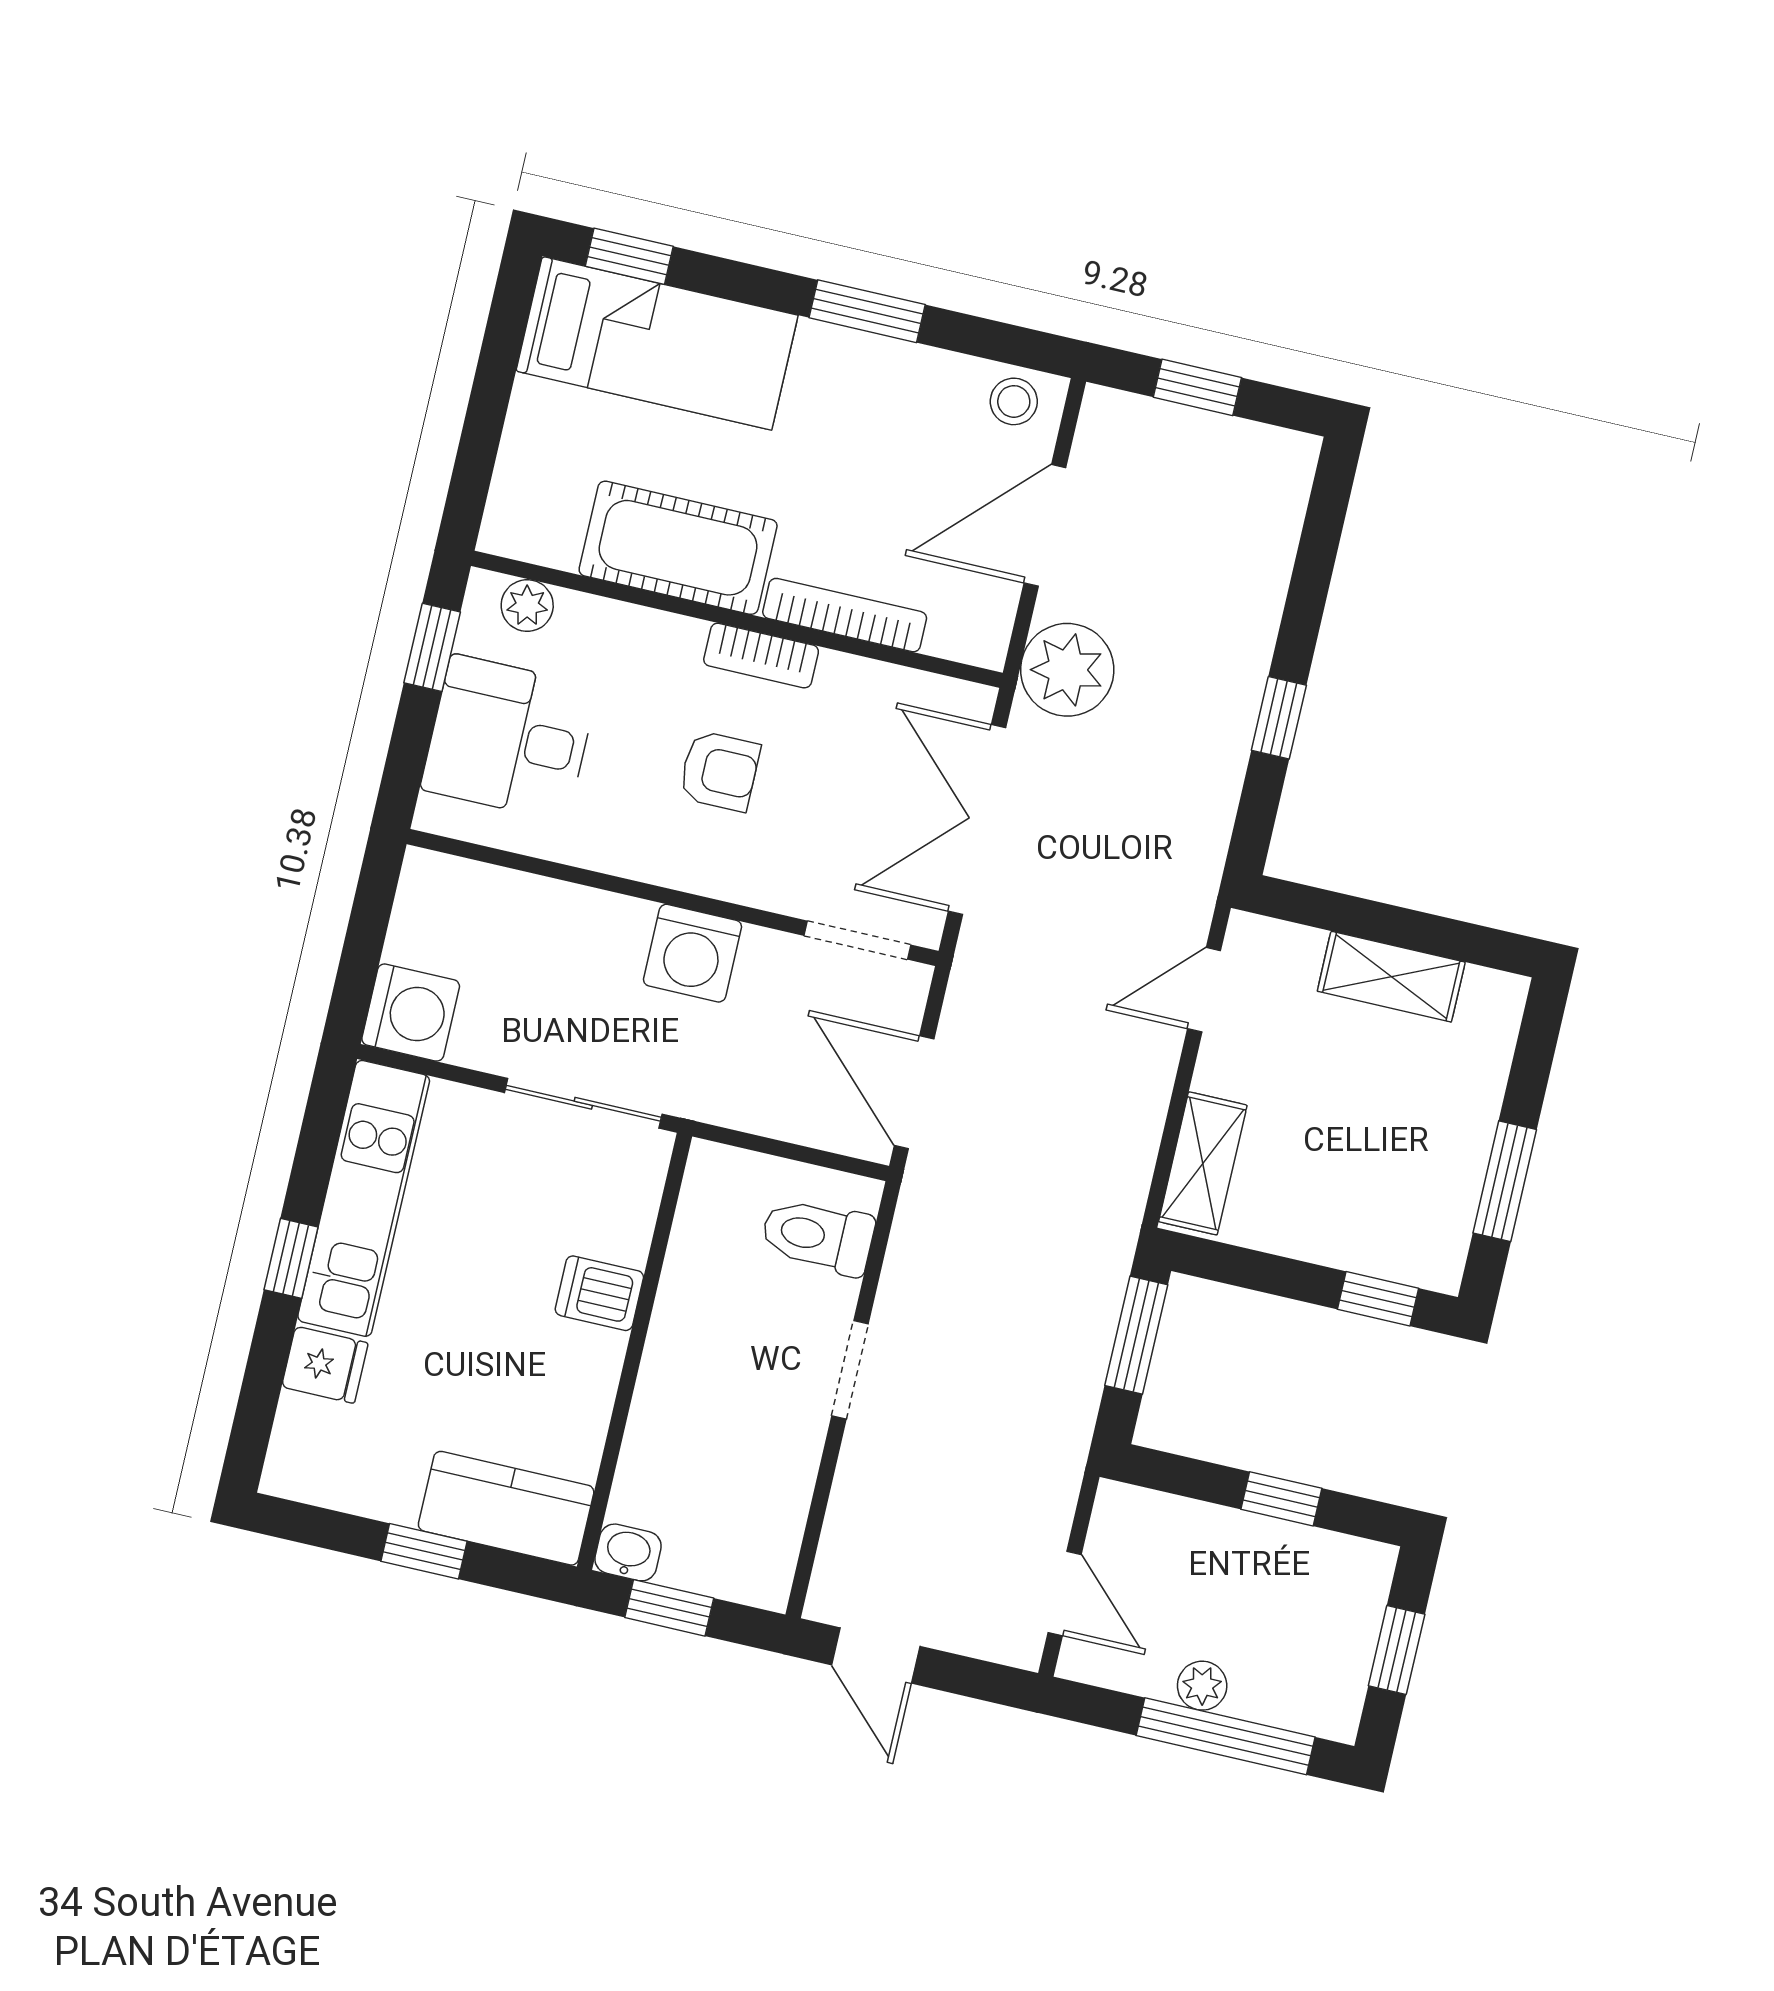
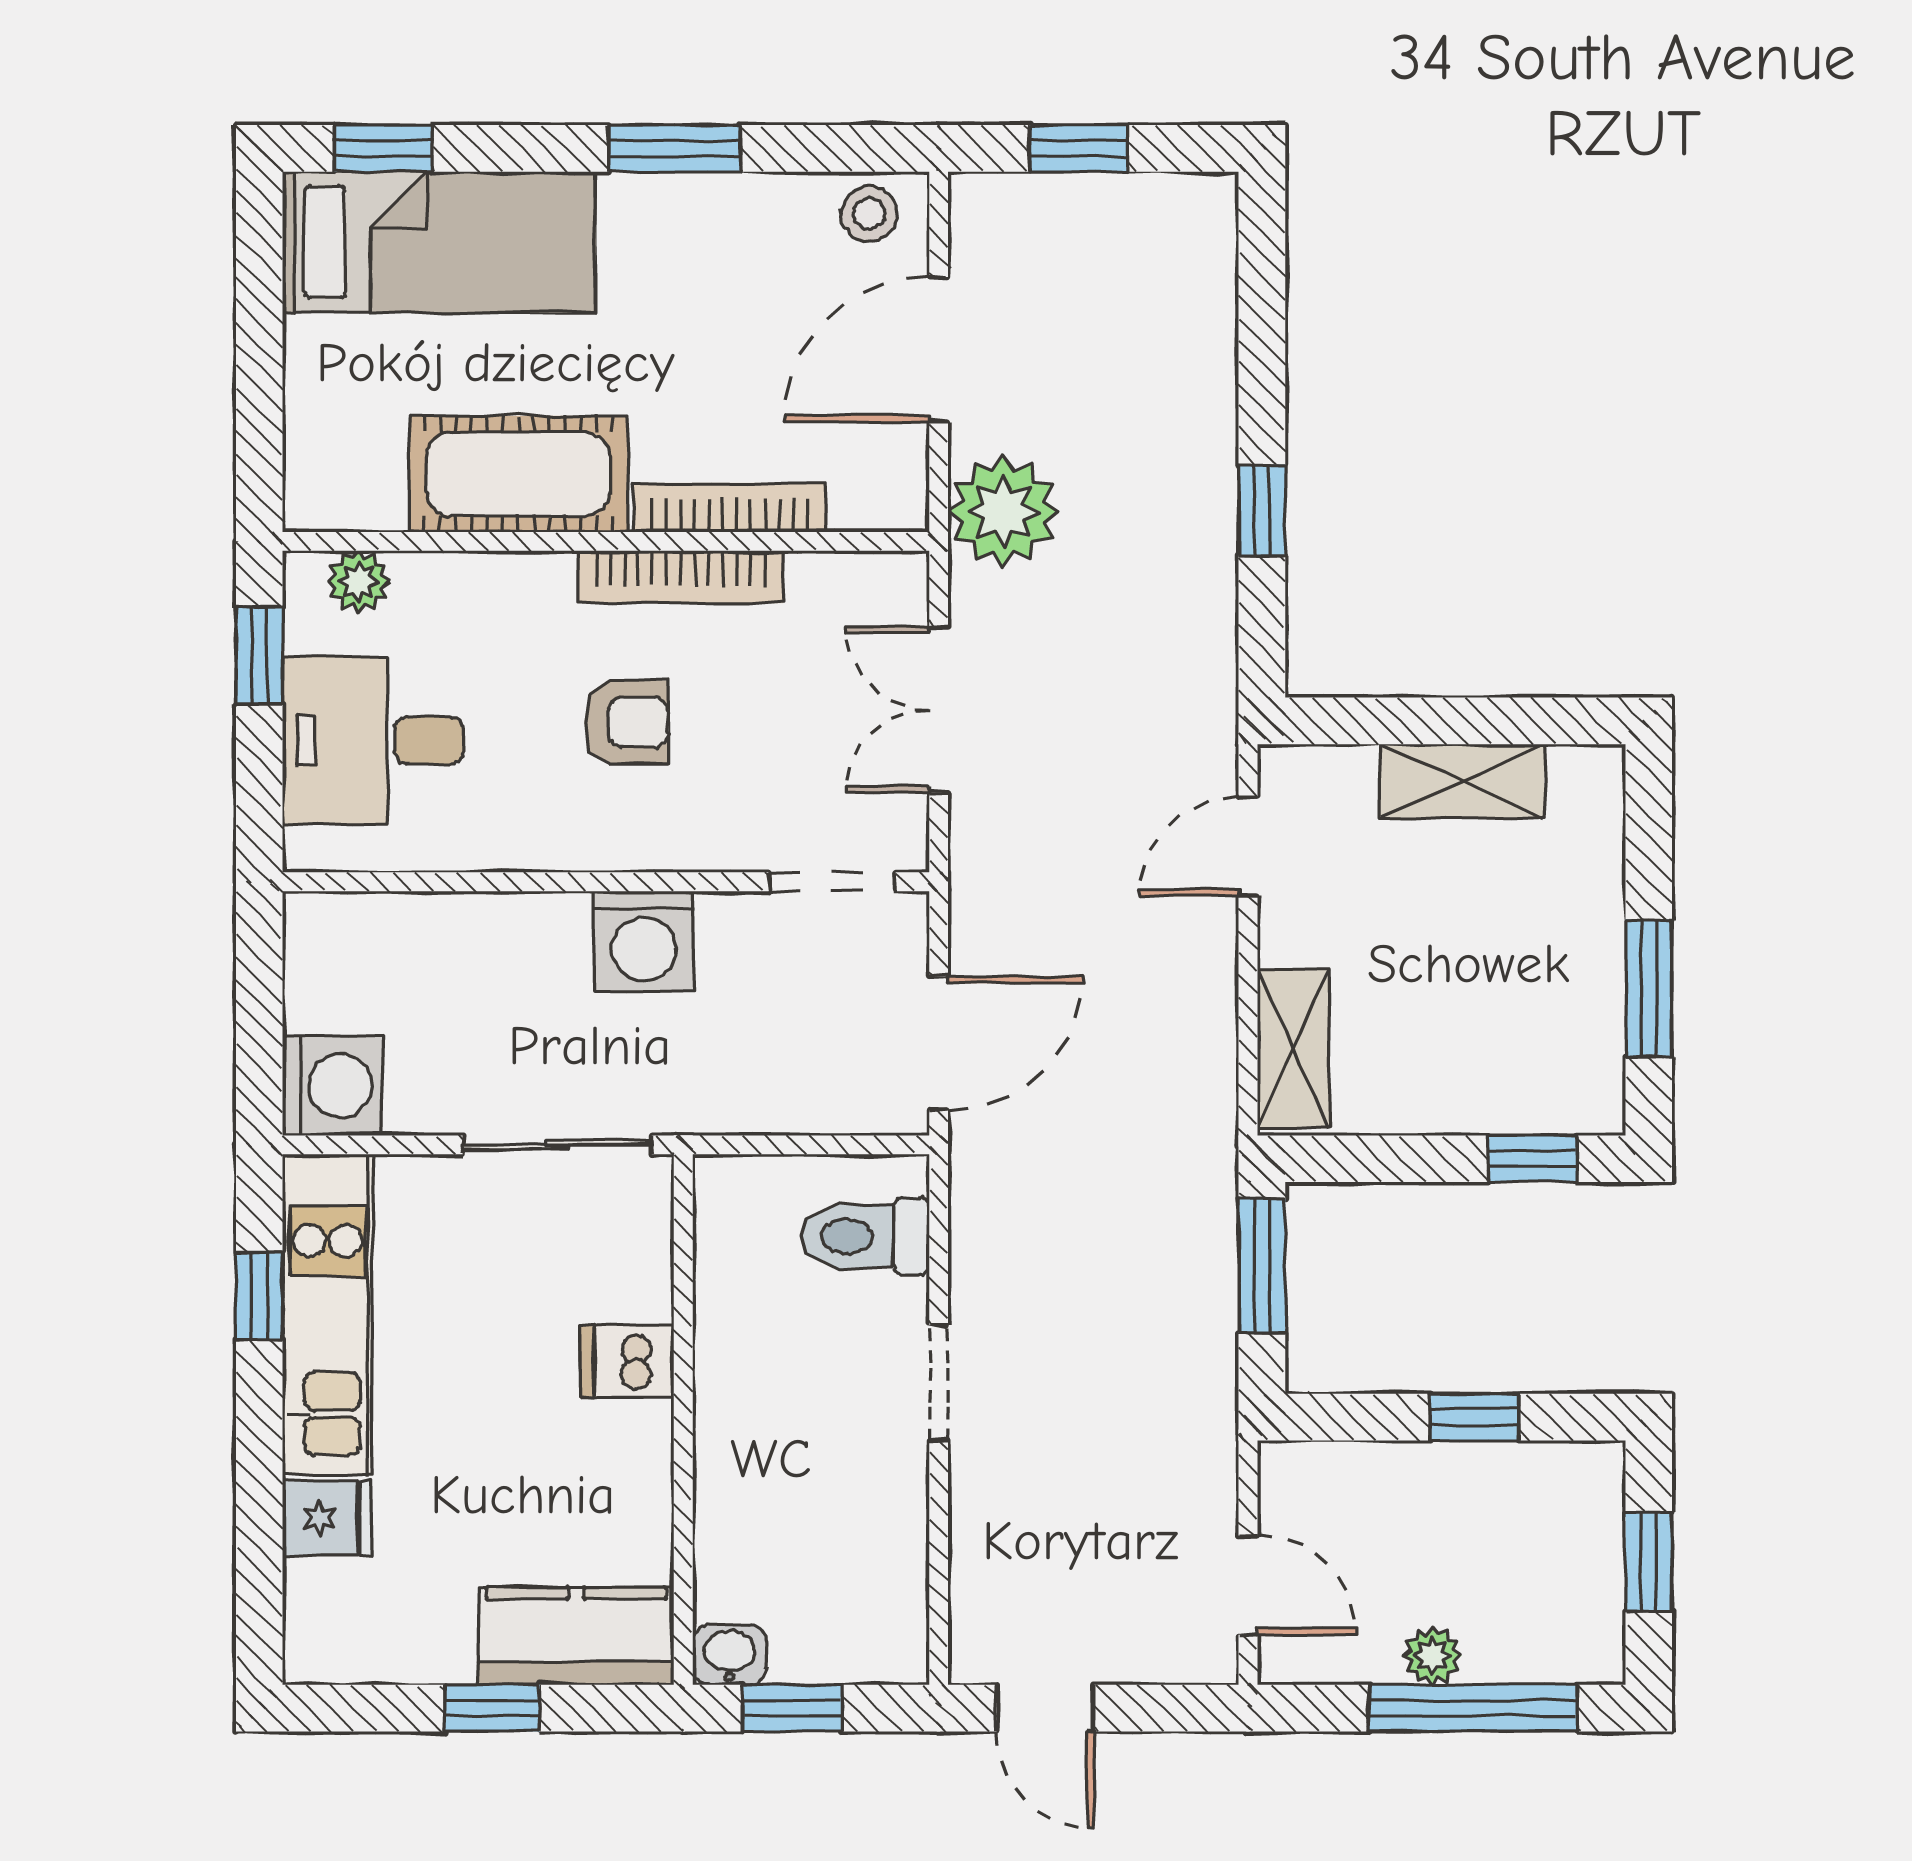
bookcase: (761, 656) -> (681, 577), width x1.56
double door: (977, 820) -> (939, 710), width x0.73
door: (914, 1092) -> (939, 1043), swing flipped
window: (291, 1258) -> (259, 1296), moved

